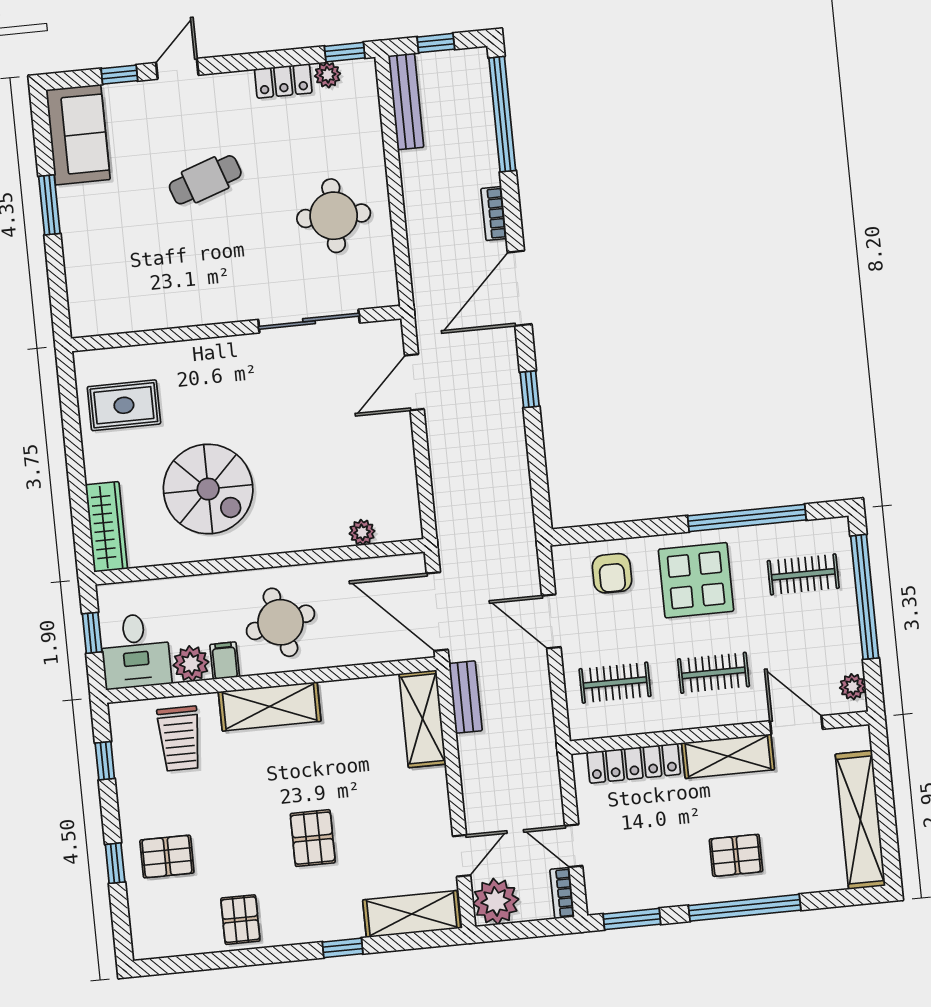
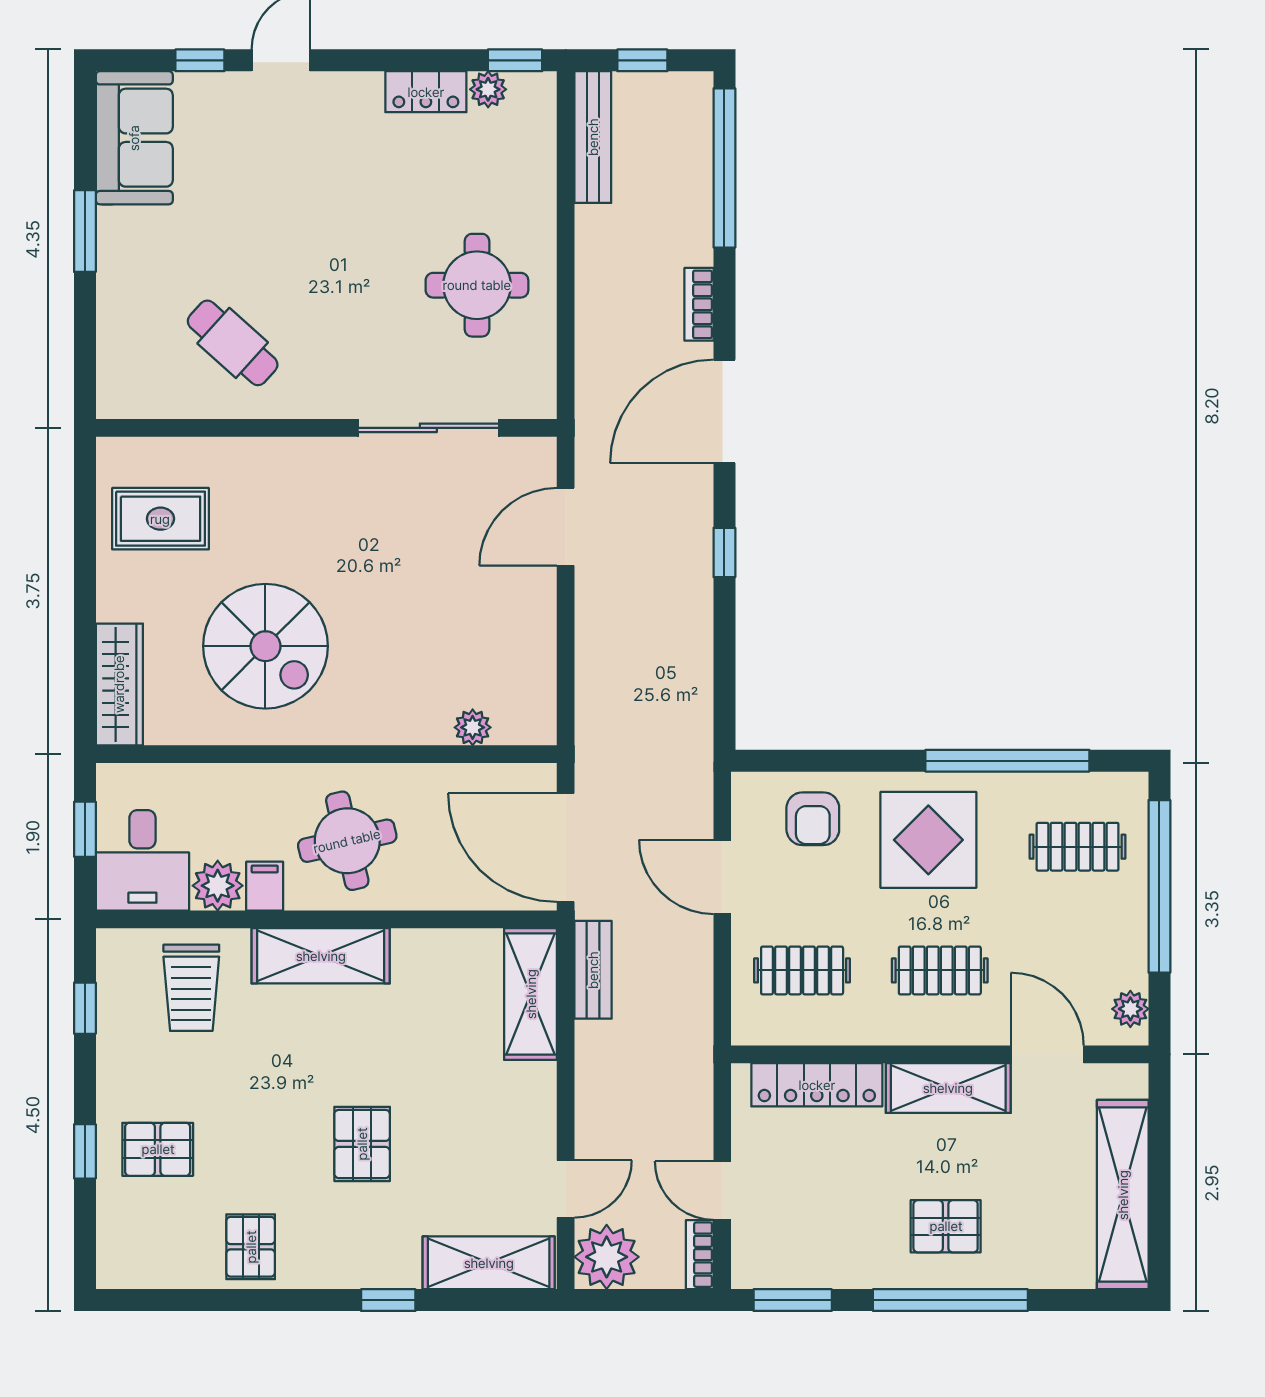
cafe table: (205, 180) -> (233, 343), moved, turned 61

